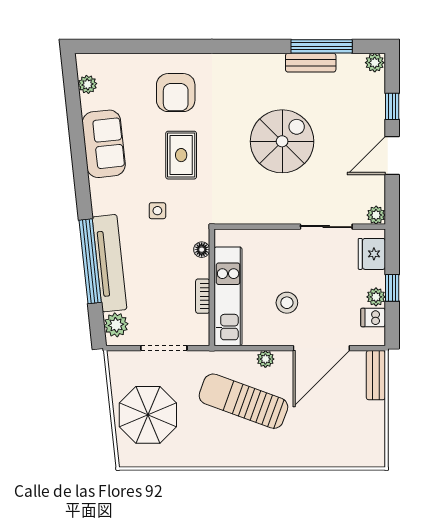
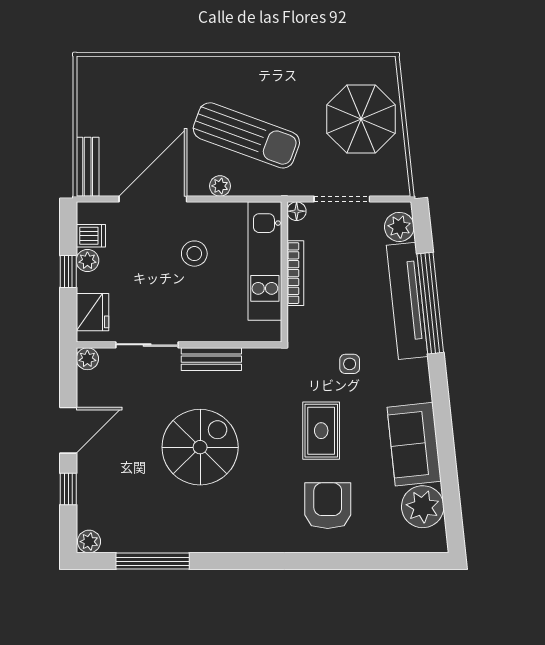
bench: (311, 63) -> (211, 359), moved
plant: (87, 84) -> (423, 507), width x1.87, depth x1.87
spiral stairs: (282, 141) -> (200, 447), turned 180
floor lamp: (202, 250) -> (297, 211), moved
bookcase: (203, 296) -> (295, 273), width x1.56

